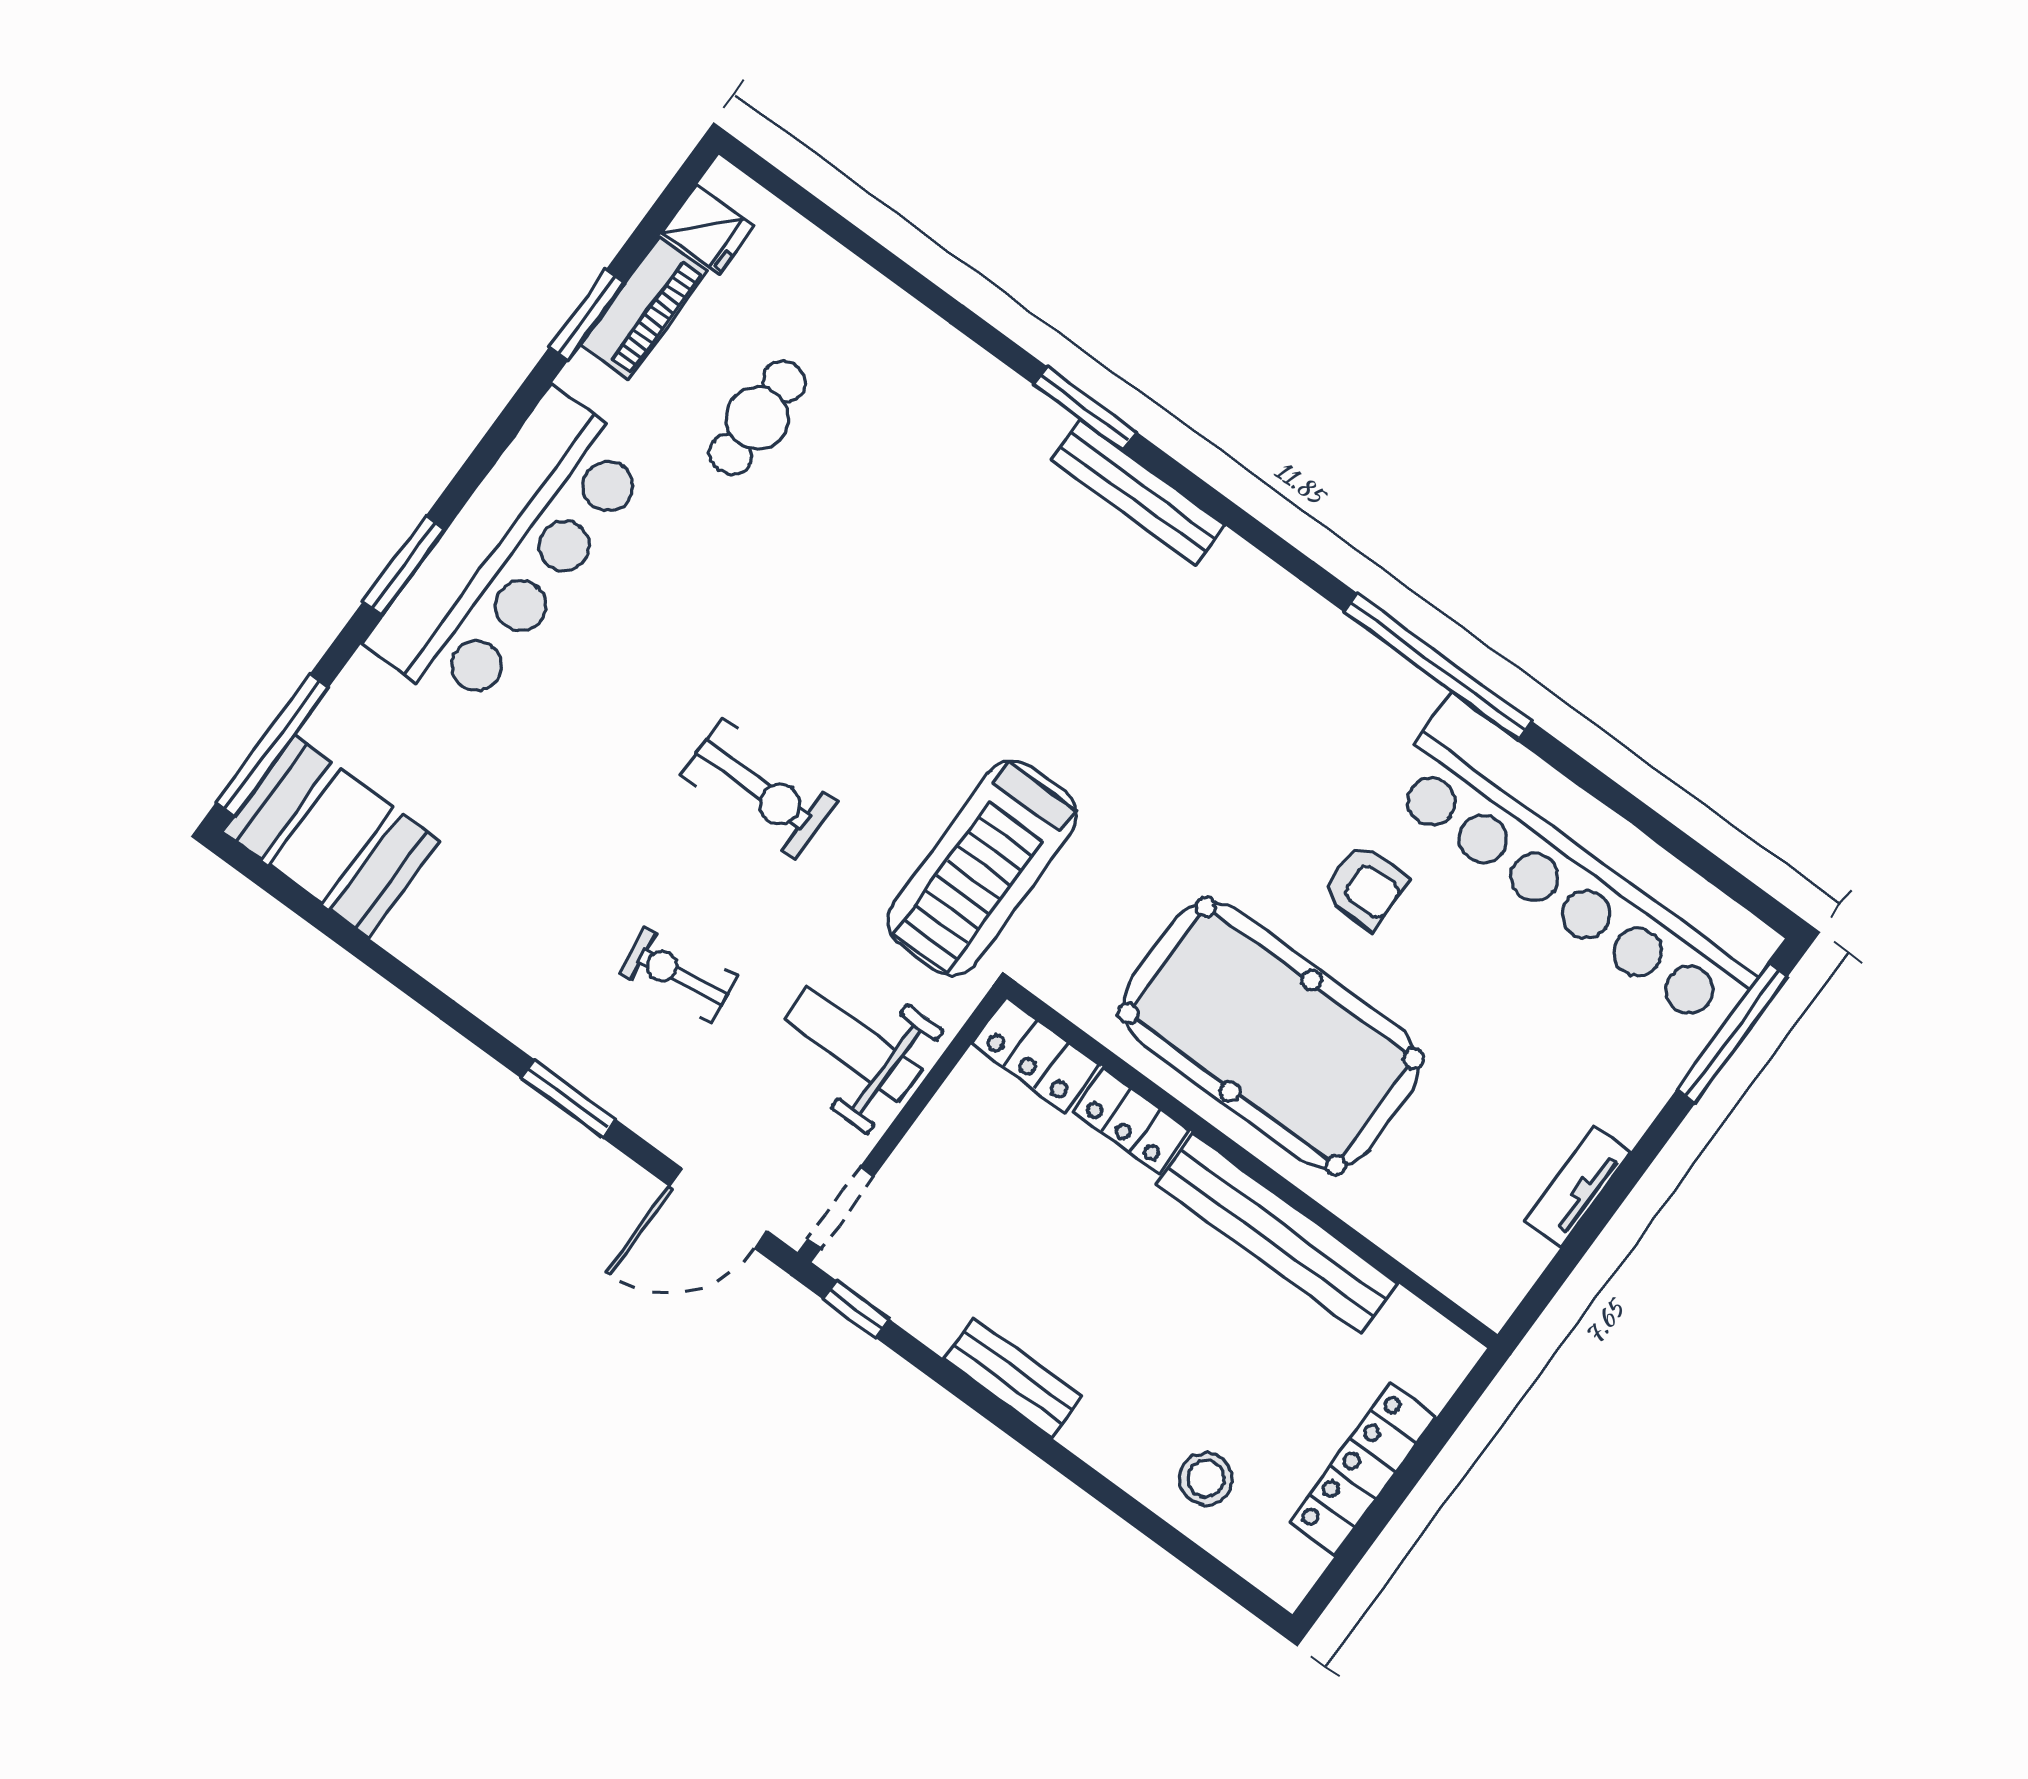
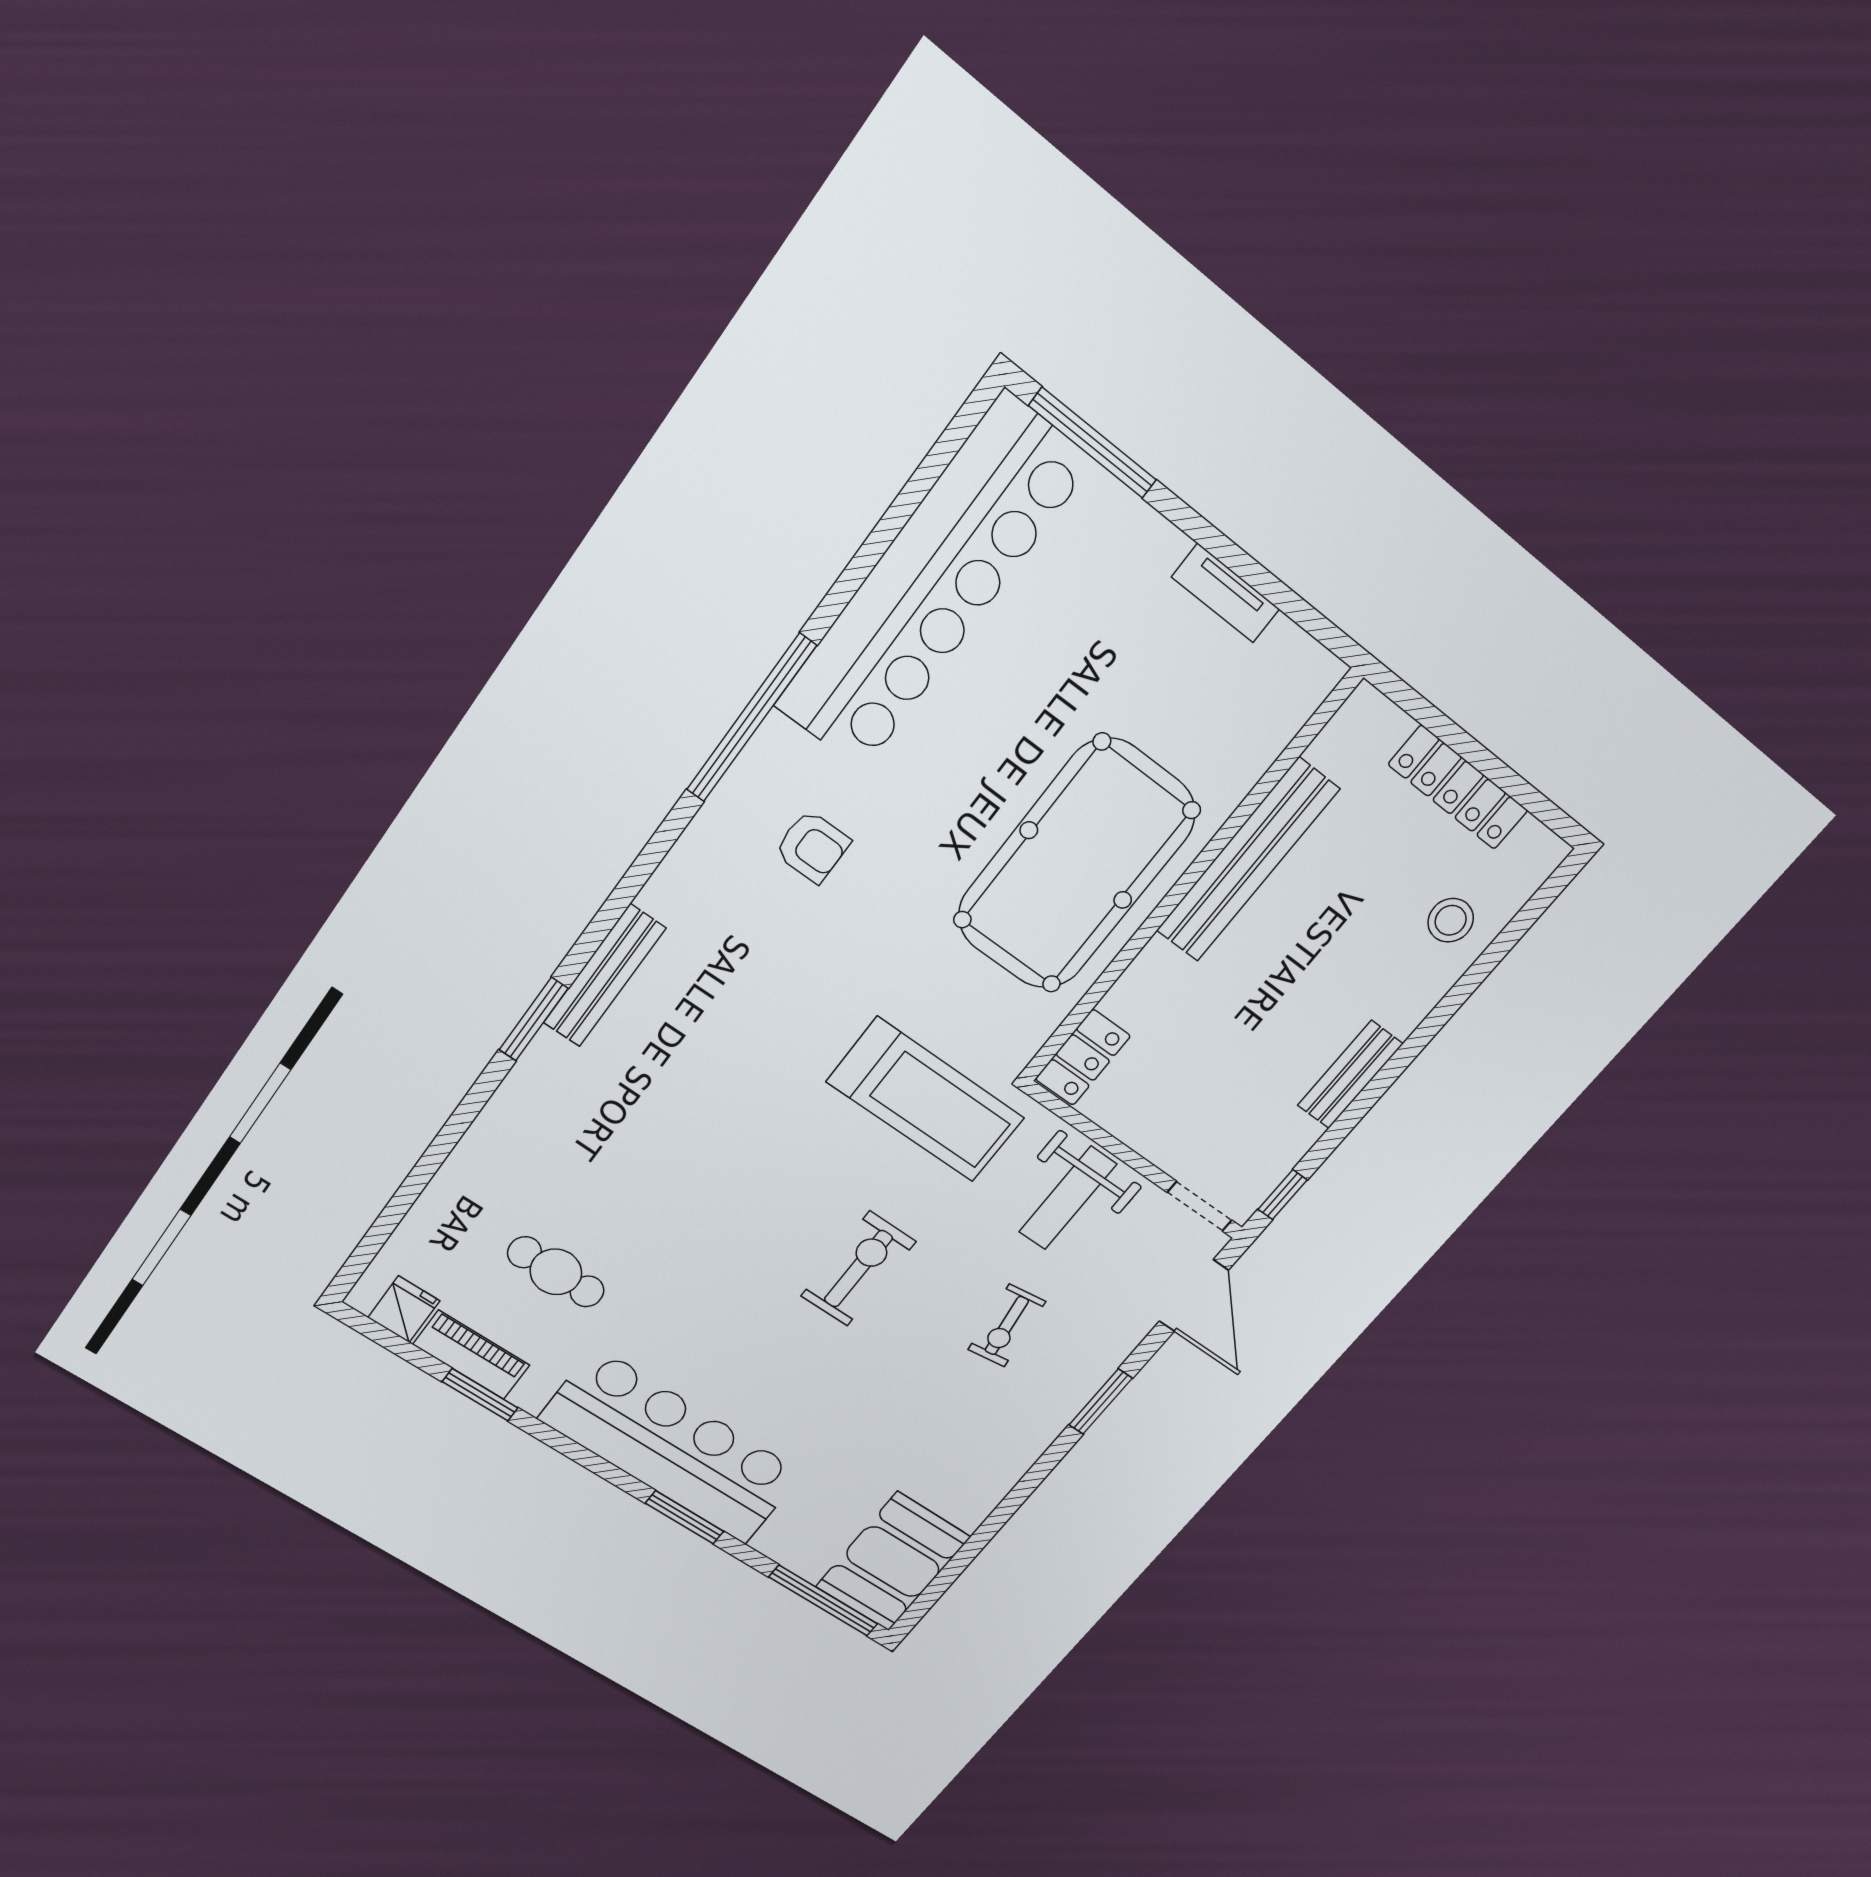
armchair: (1365, 886) -> (812, 847), moved, turned 90
locker: (1131, 1121) -> (1143, 981), removed

